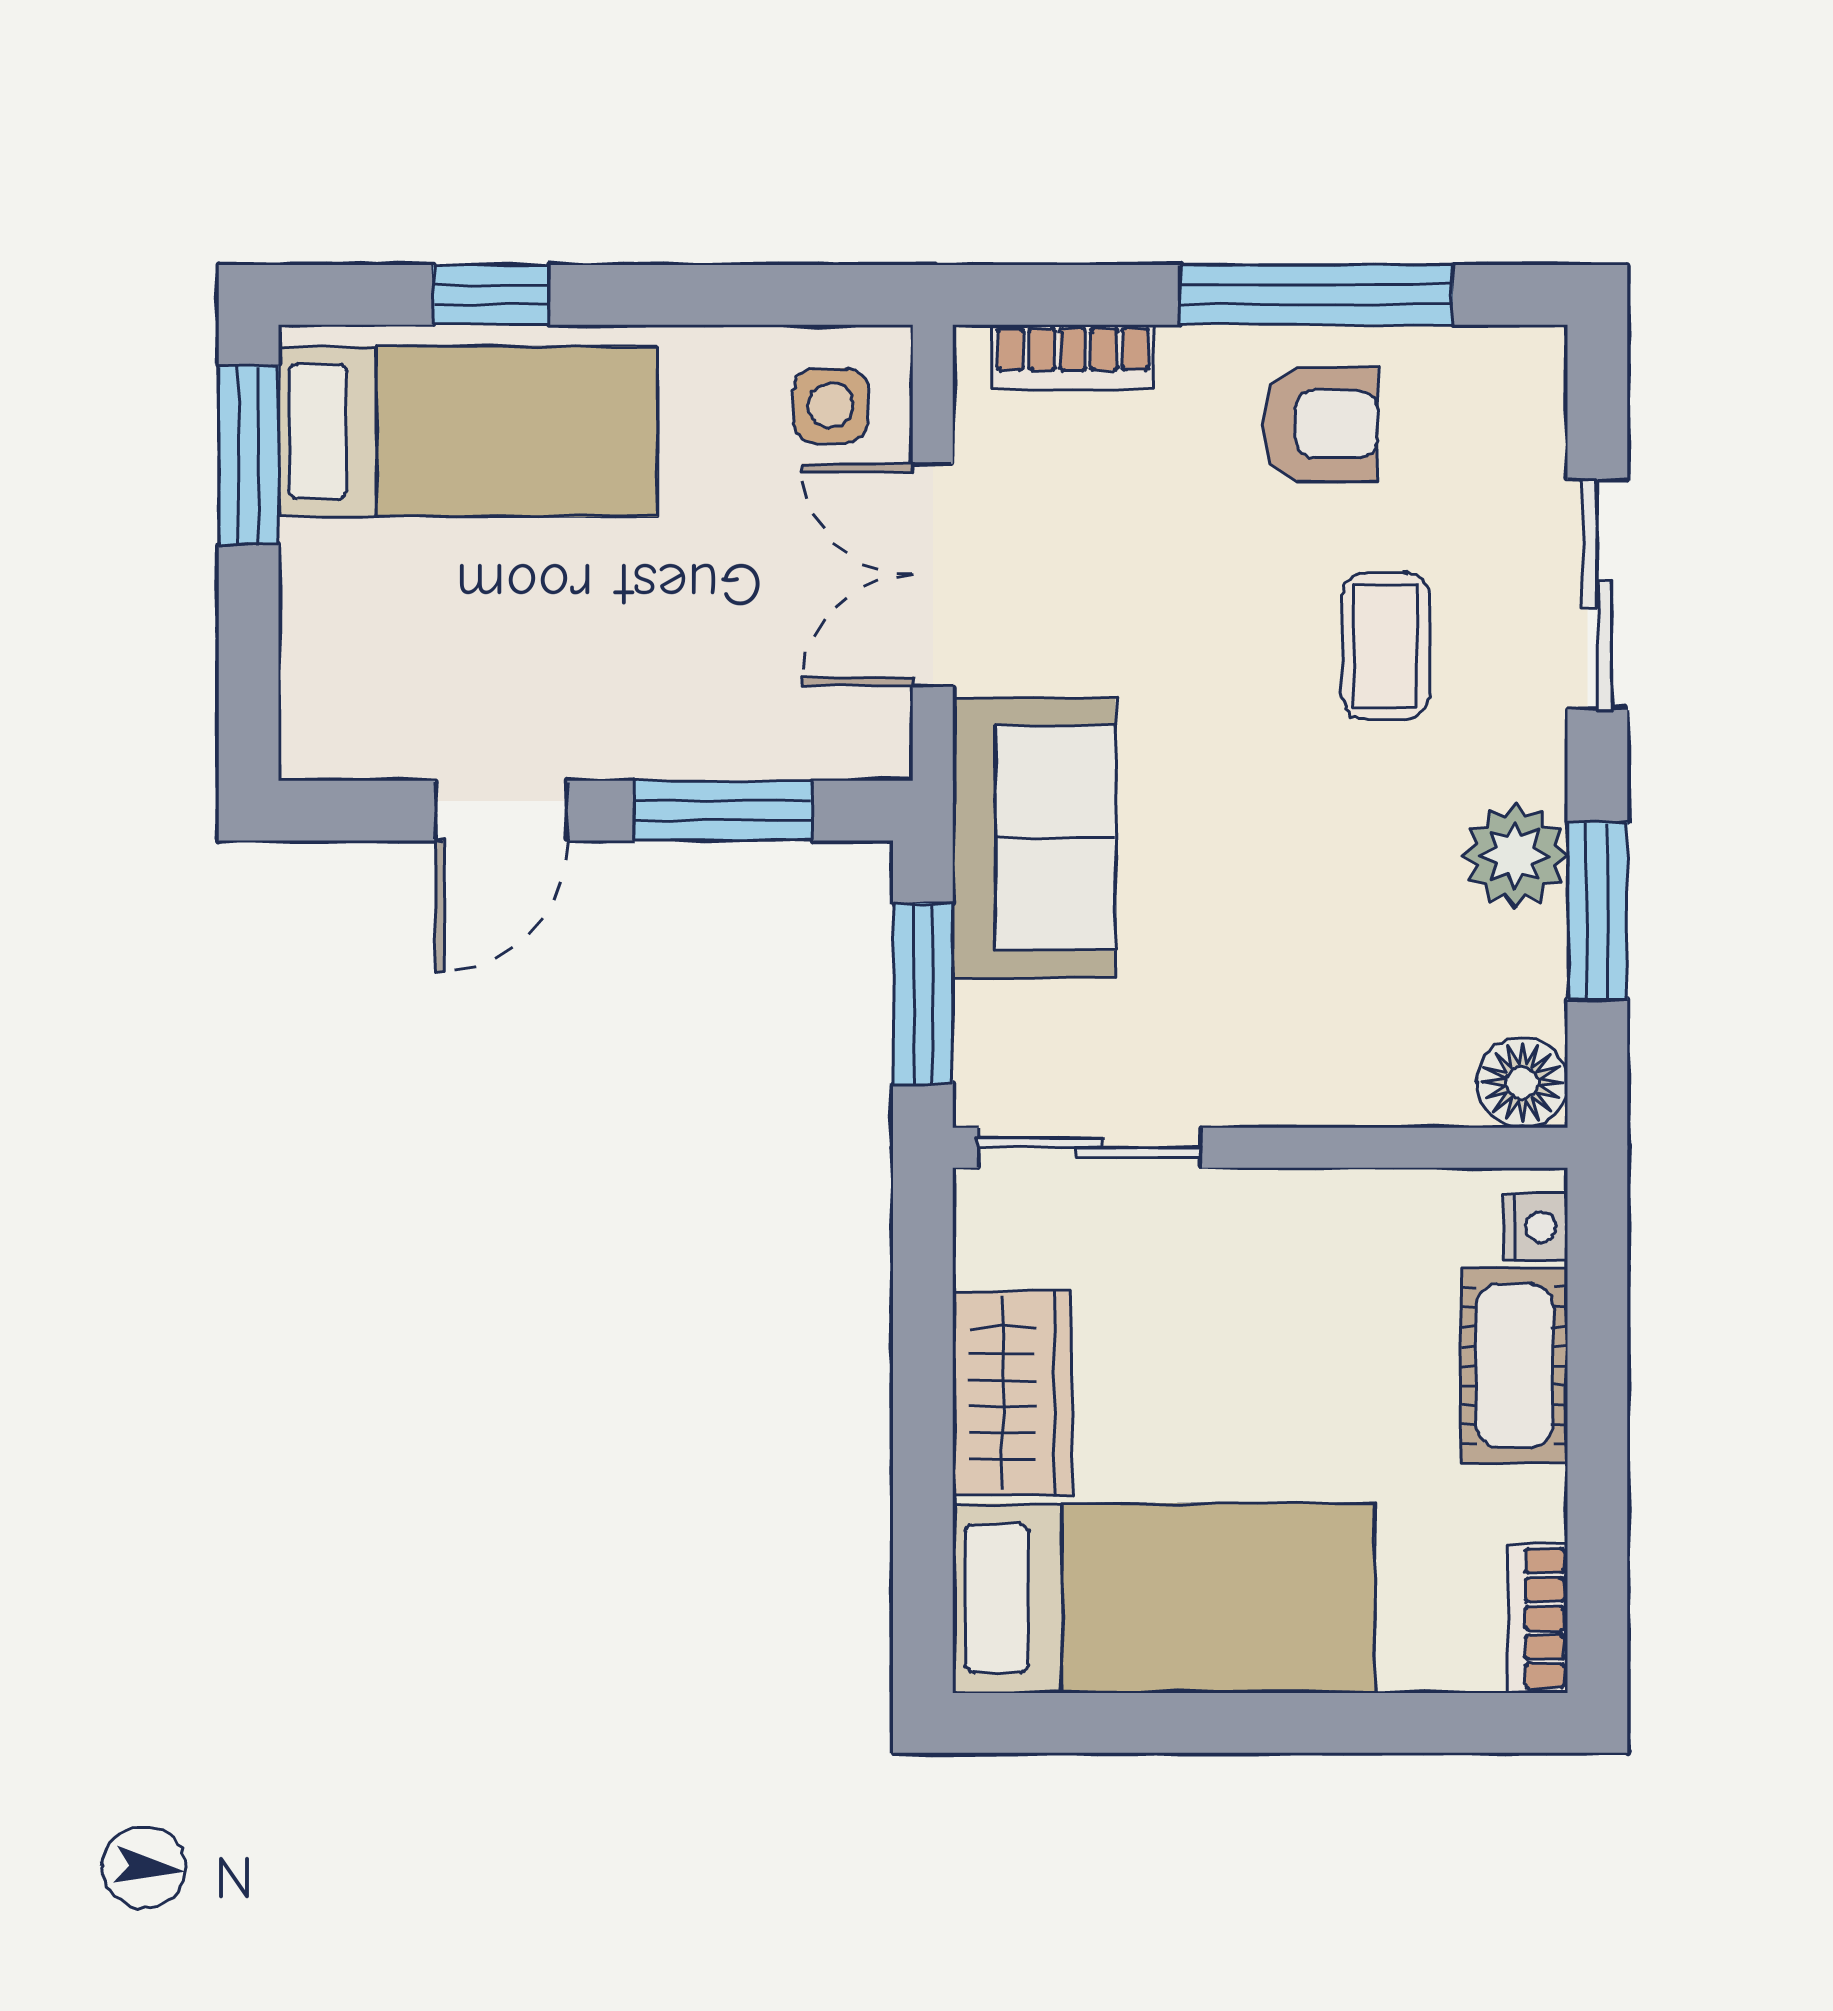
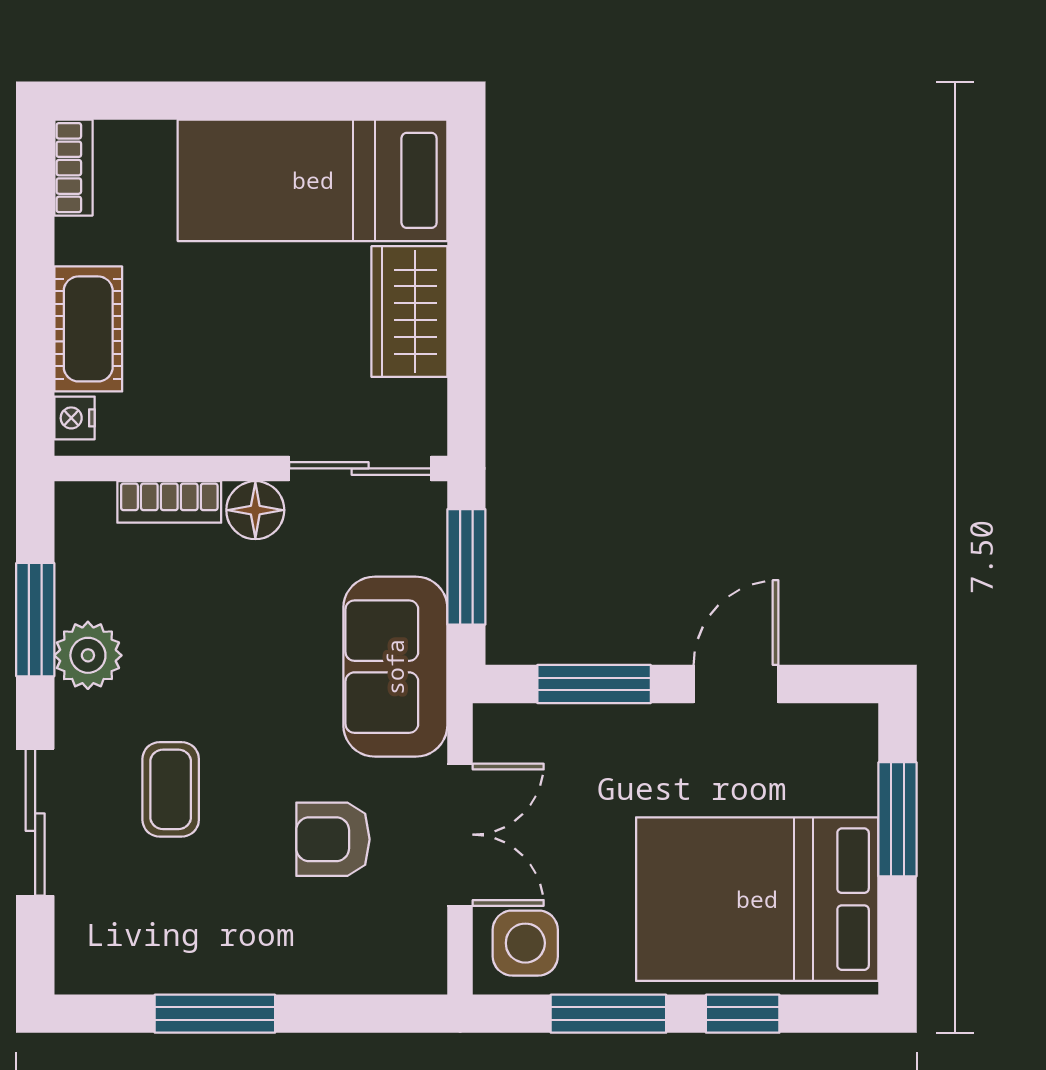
window: (701, 295) -> (608, 1014), added
window: (1316, 295) -> (215, 1014), width x0.69
bookcase: (1073, 357) -> (169, 502), moved, turned 180
side table: (831, 405) -> (525, 943), width x1.37, depth x1.37
armchair: (1320, 424) -> (333, 839), moved
bed: (468, 431) -> (757, 899), width x1.50
window: (249, 455) -> (897, 819), moved
floor lamp: (1522, 1082) -> (255, 510), moved

